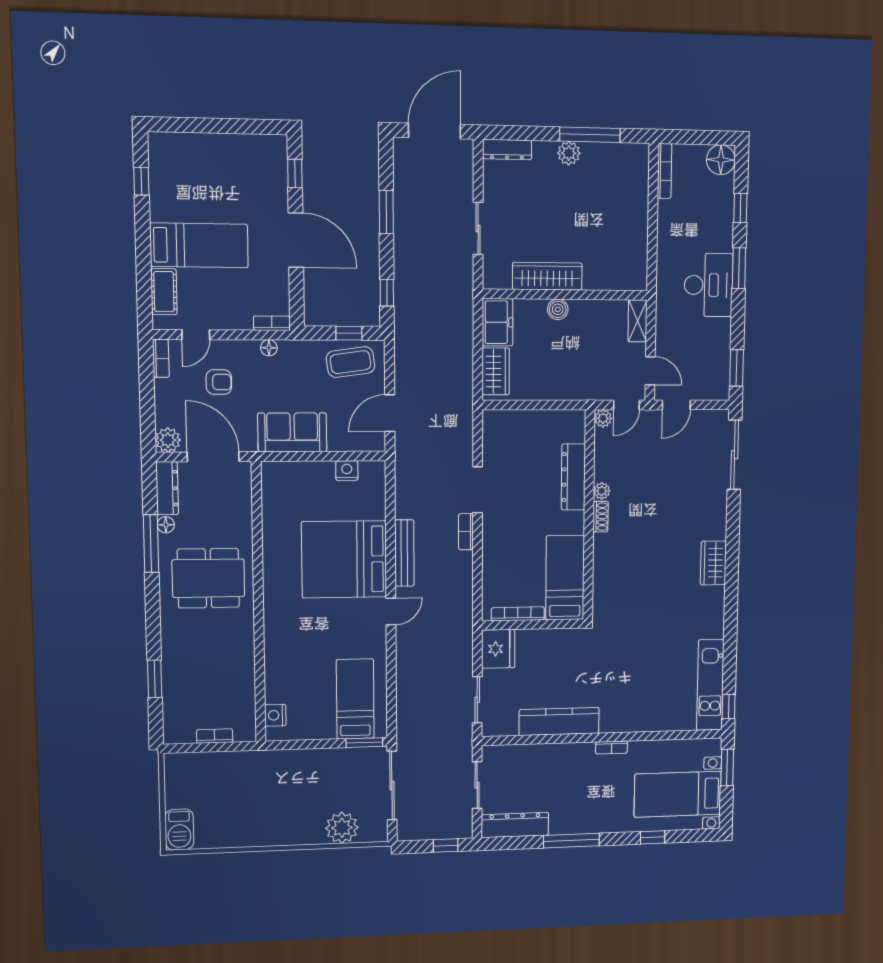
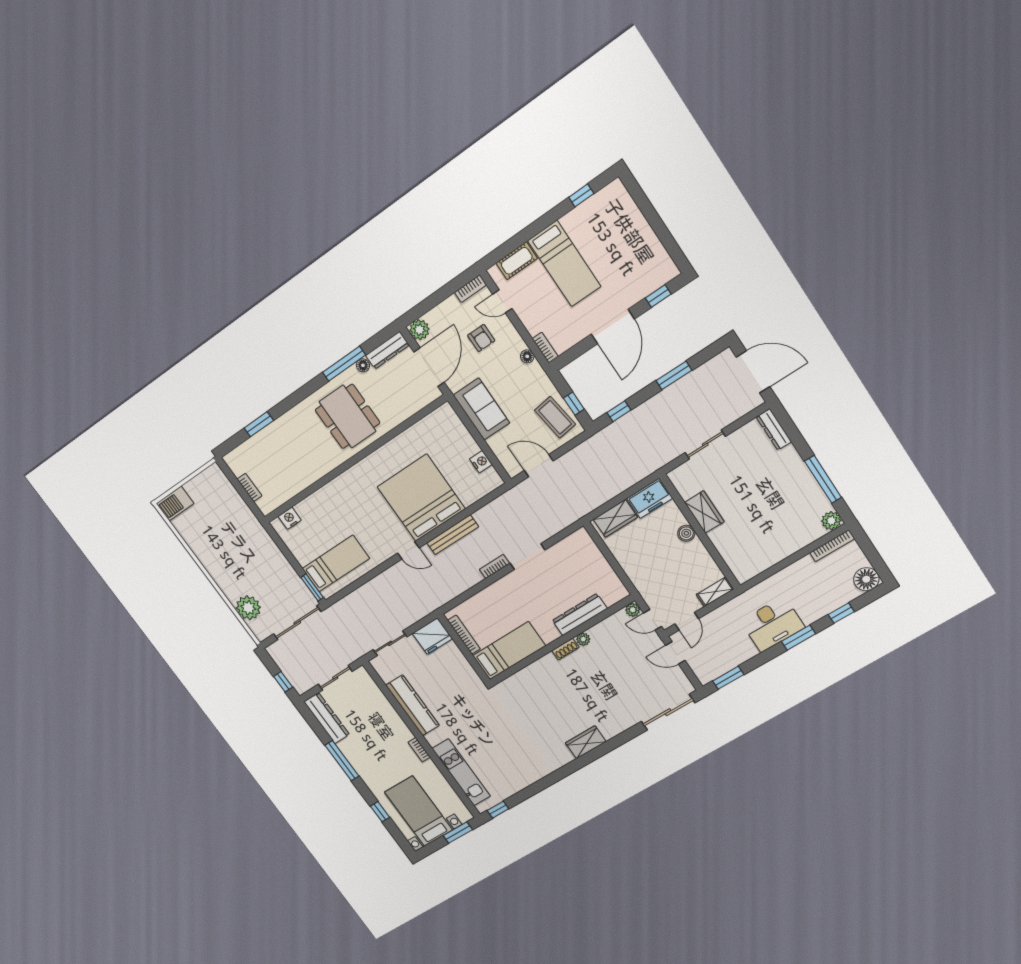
plant: (569, 153) -> (831, 521), moved
wardrobe: (547, 276) -> (704, 512), width x0.67
kitchen unit: (710, 685) -> (461, 772), moved, turned 90

